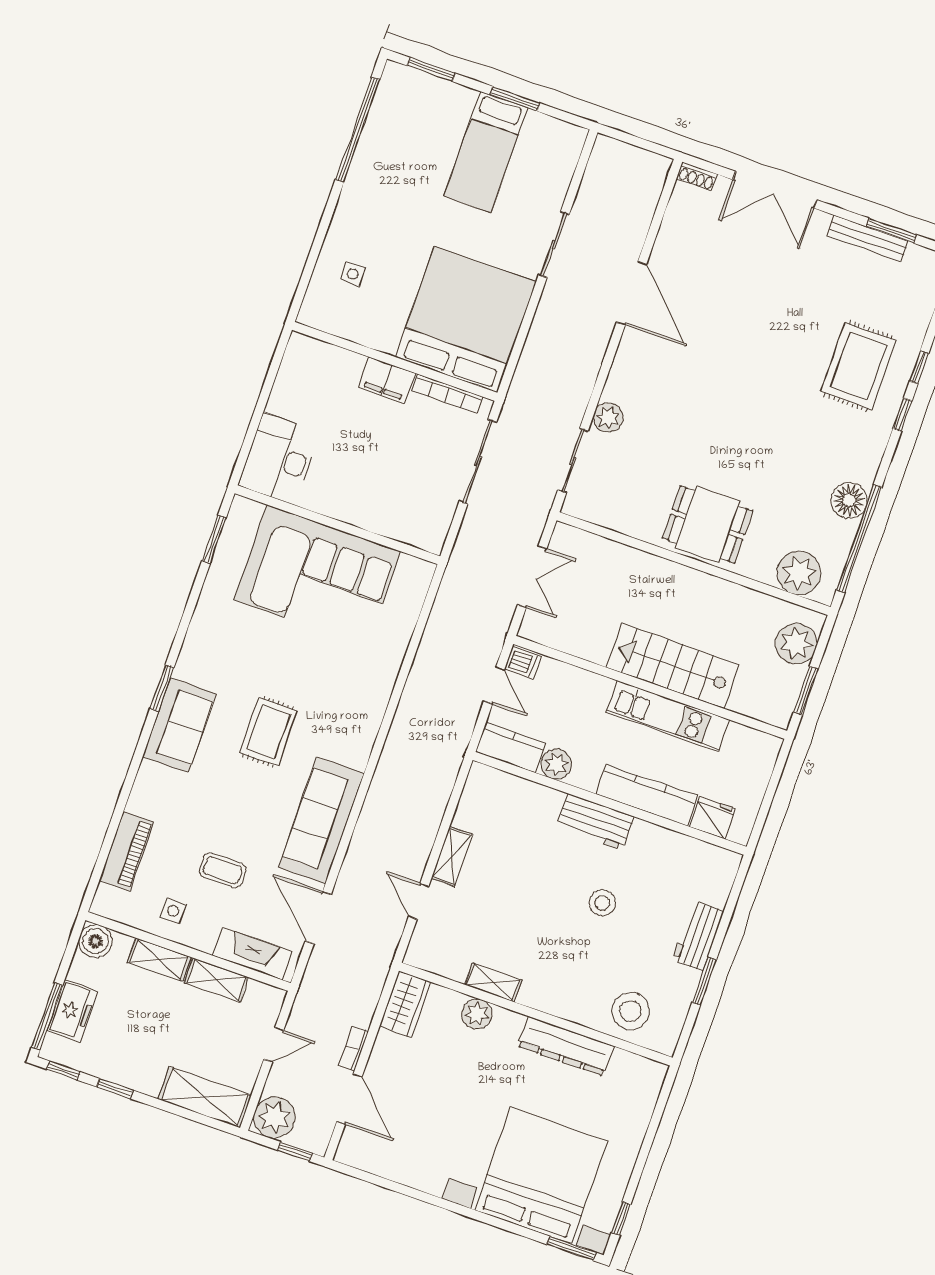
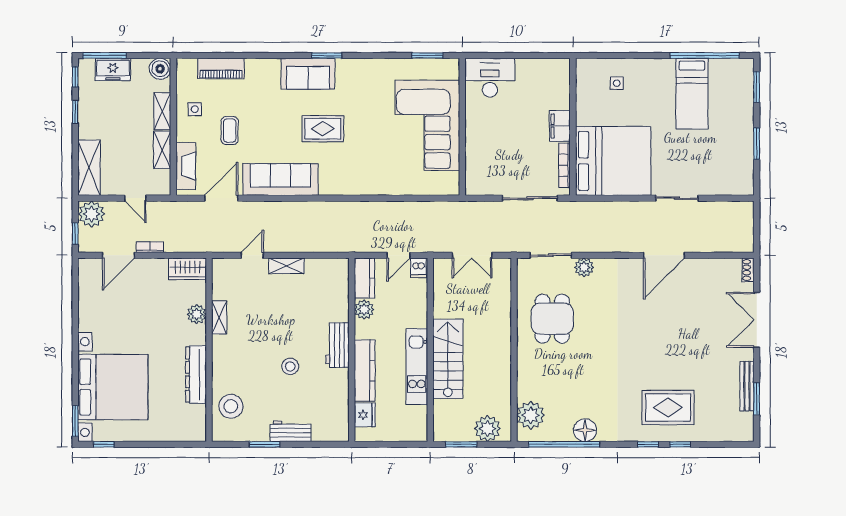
bed: (486, 152) -> (692, 94), moved, turned -90
dining table: (708, 524) -> (552, 319), moved

